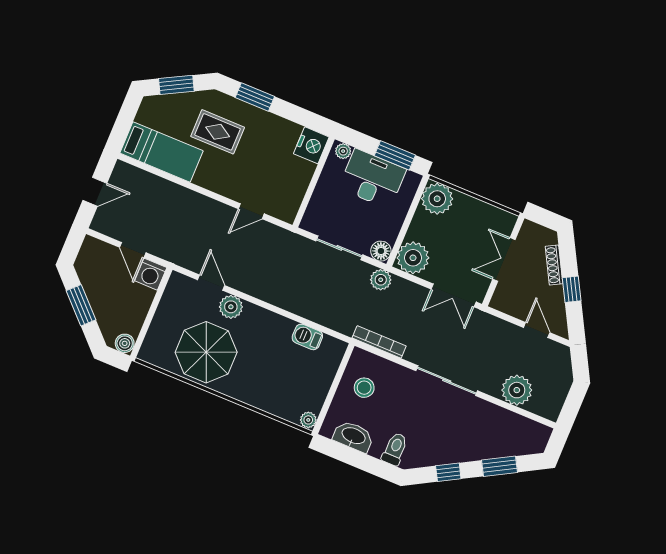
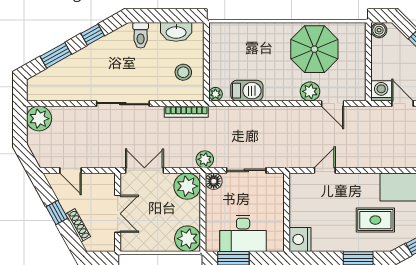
plant: (343, 151) -> (274, 245), removed
barbecue: (307, 337) -> (247, 91), width x1.38, depth x1.27
plant: (517, 390) -> (39, 119), moved
plant: (308, 420) -> (215, 94), moved

